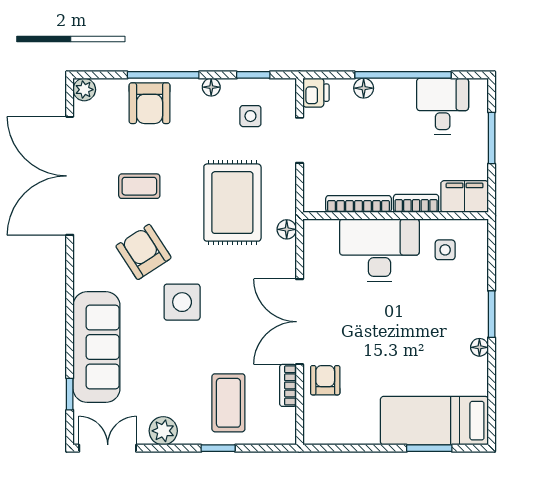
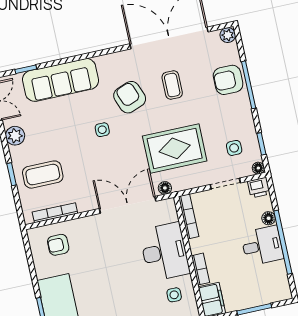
floor lamp: (211, 87) -> (258, 168), moved
desk: (443, 106) -> (262, 246), moved
bookcase: (359, 204) -> (189, 216), moved
armchair: (143, 252) -> (130, 97), turned -78
side table: (182, 302) -> (102, 130), width x0.54, depth x0.54
double door: (300, 322) -> (128, 205), moved
armchair: (325, 380) -> (58, 245), moved, turned 180
bookcase: (288, 385) -> (55, 213), width x1.56

